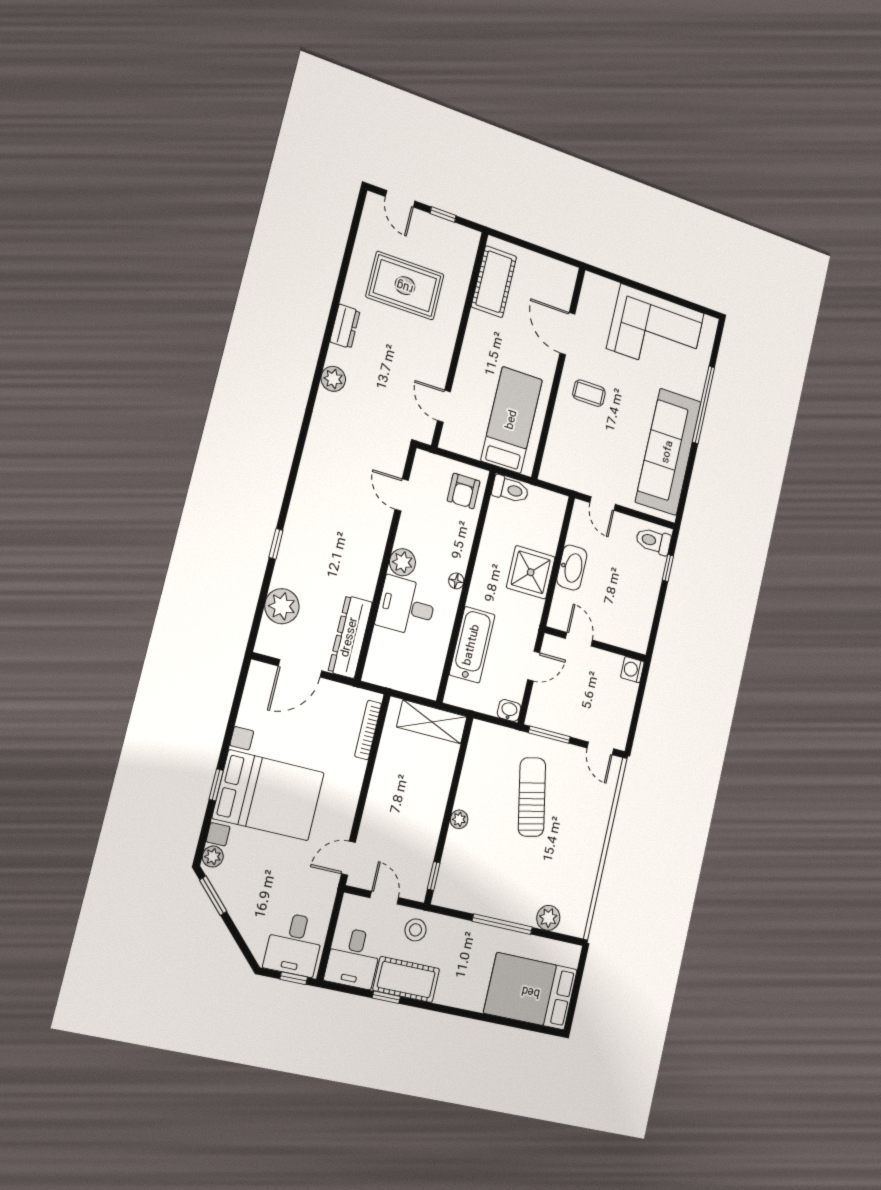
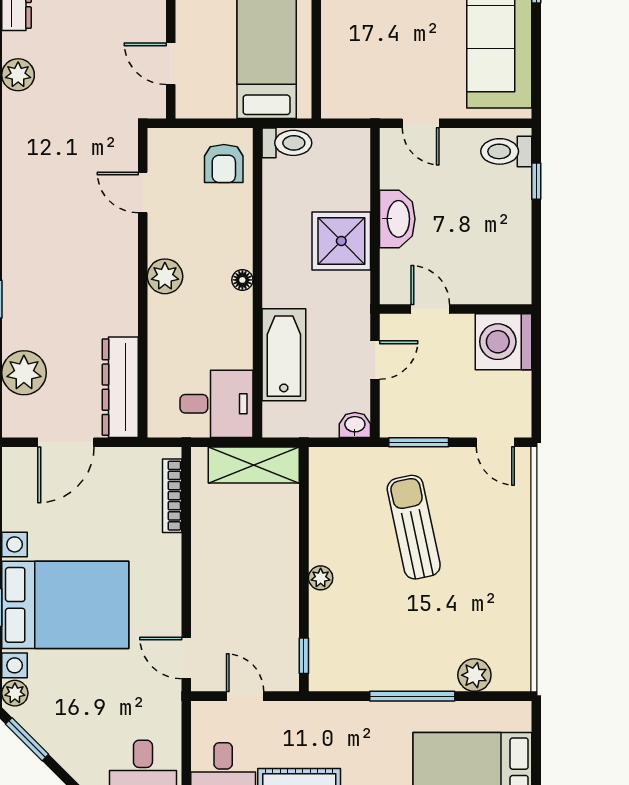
desk: (406, 606) -> (216, 404), moved, turned 180
washing machine: (632, 670) -> (503, 342), width x1.89, depth x1.89
door: (348, 858) -> (186, 658), hinge flipped
stool: (416, 930) -> (296, 727), removed

